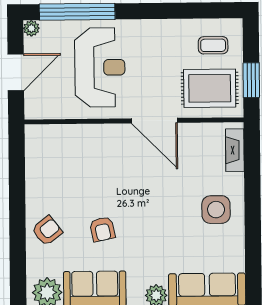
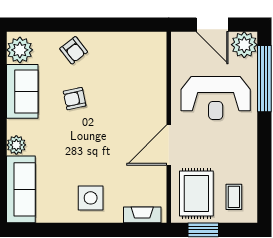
plant: (31, 28) -> (244, 45), width x1.87, depth x1.87

